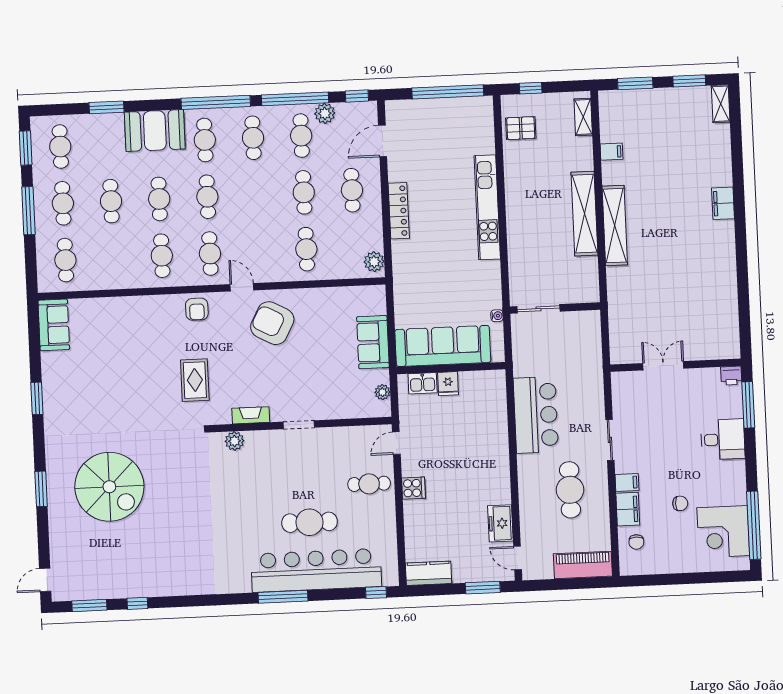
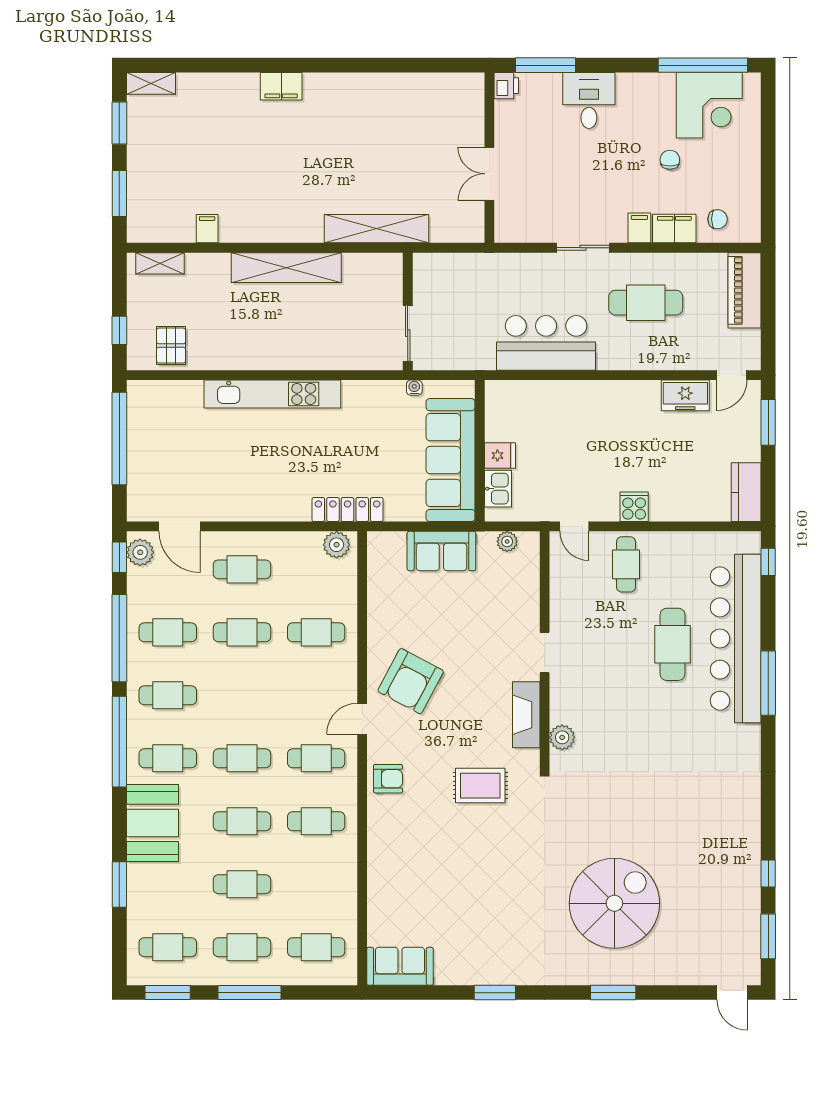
plant: (325, 113) -> (140, 552), moved
locker: (399, 211) -> (348, 510), moved
shelving: (615, 226) -> (376, 229), moved
fireplace: (251, 415) -> (526, 715), width x1.37, depth x1.32

